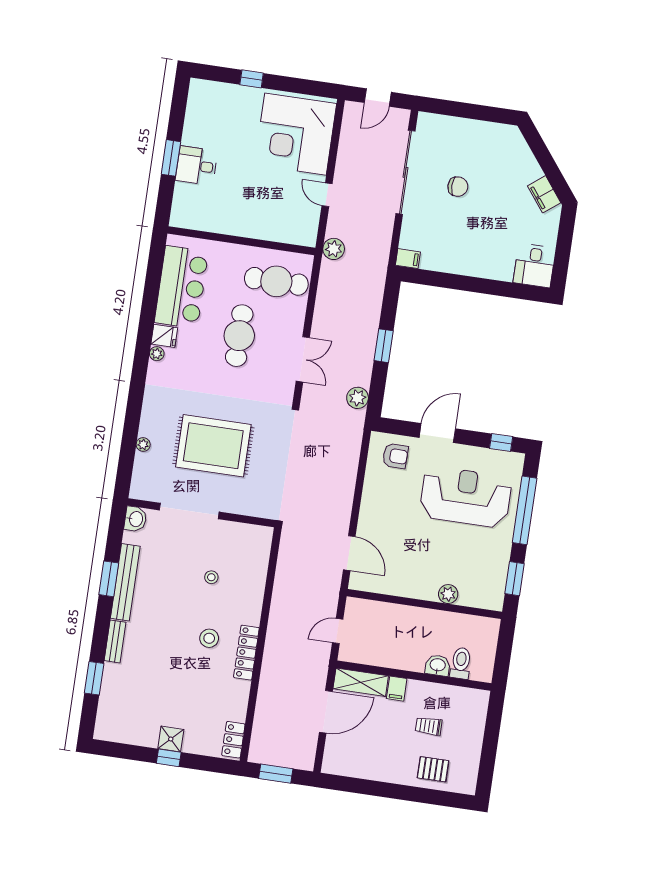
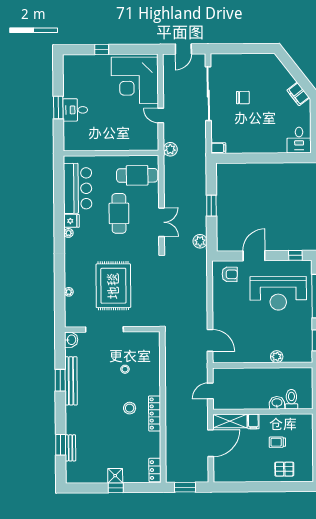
rug: (213, 446) -> (113, 286), turned 90
reception desk: (466, 497) -> (278, 293), turned 180
bench: (115, 641) -> (70, 448), moved

